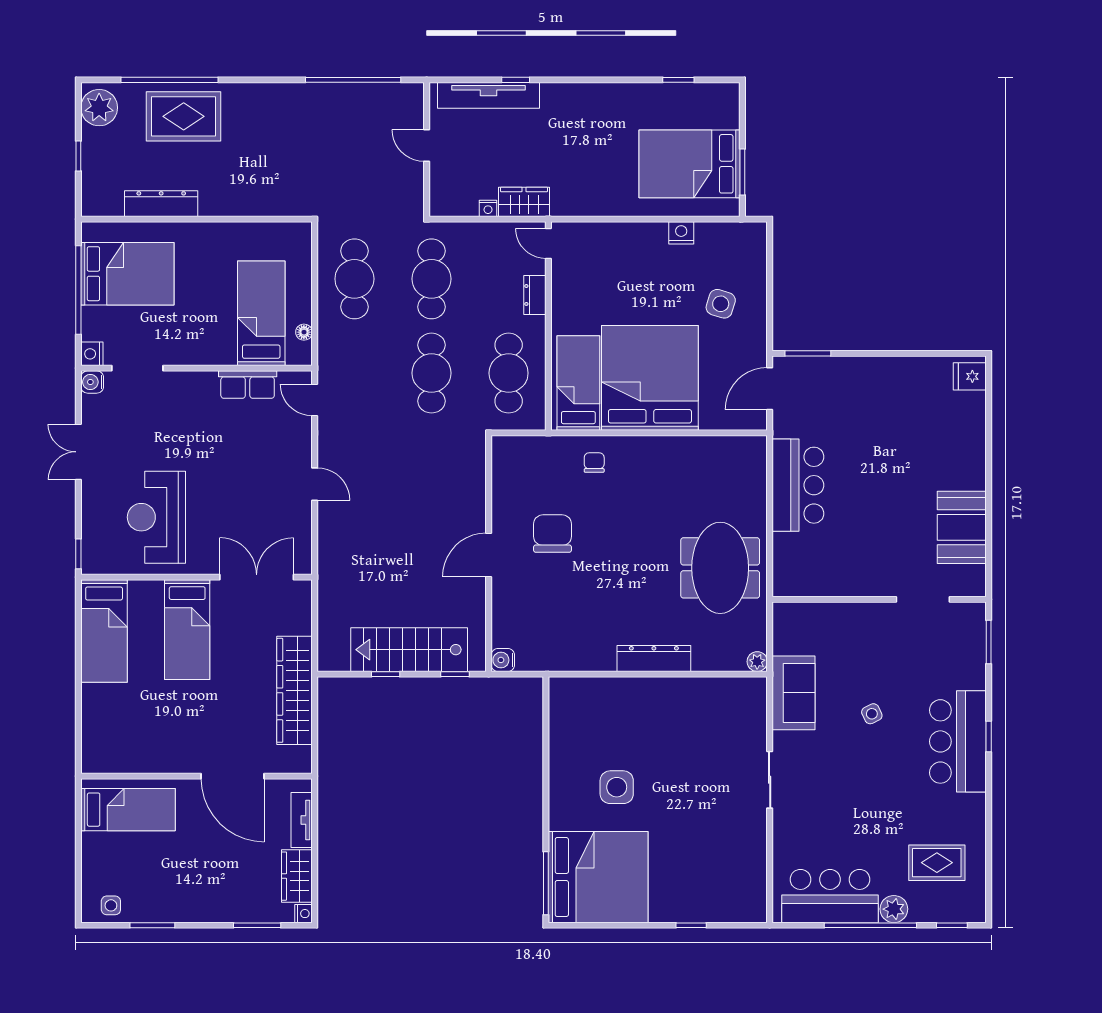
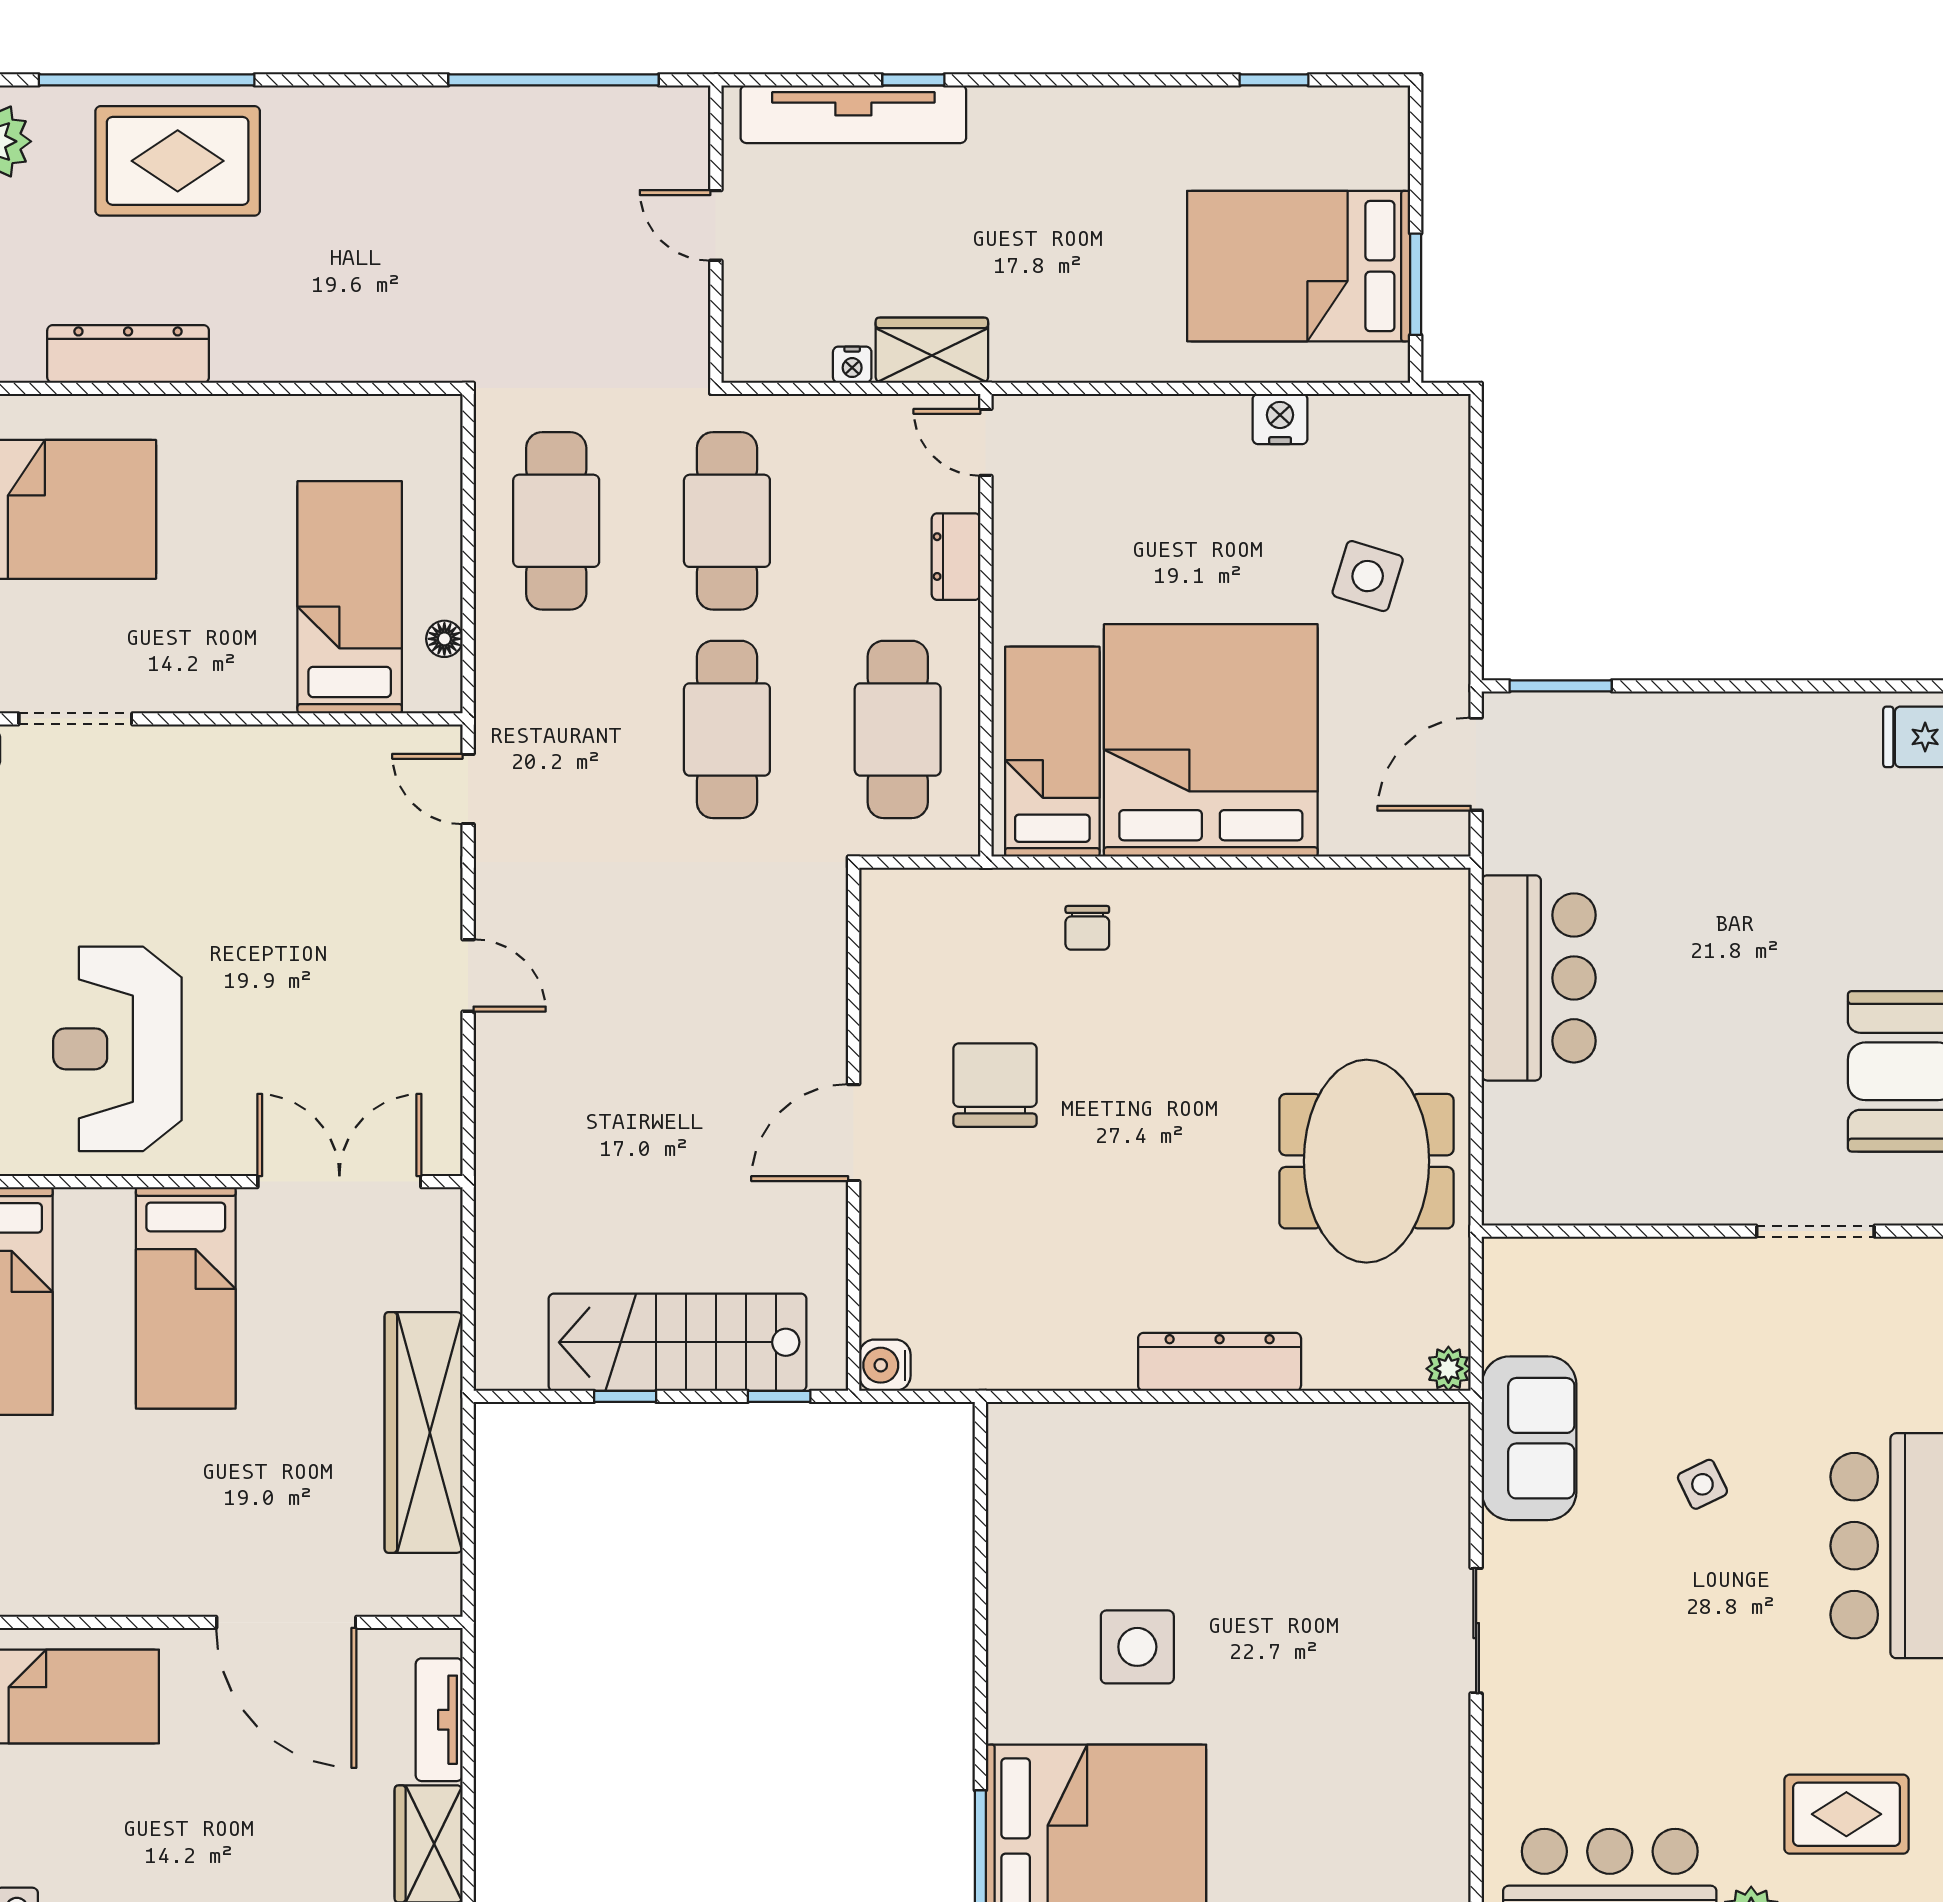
row of seats: (248, 385) -> (319, 755), removed
chair: (594, 463) -> (1087, 928), turned 180

